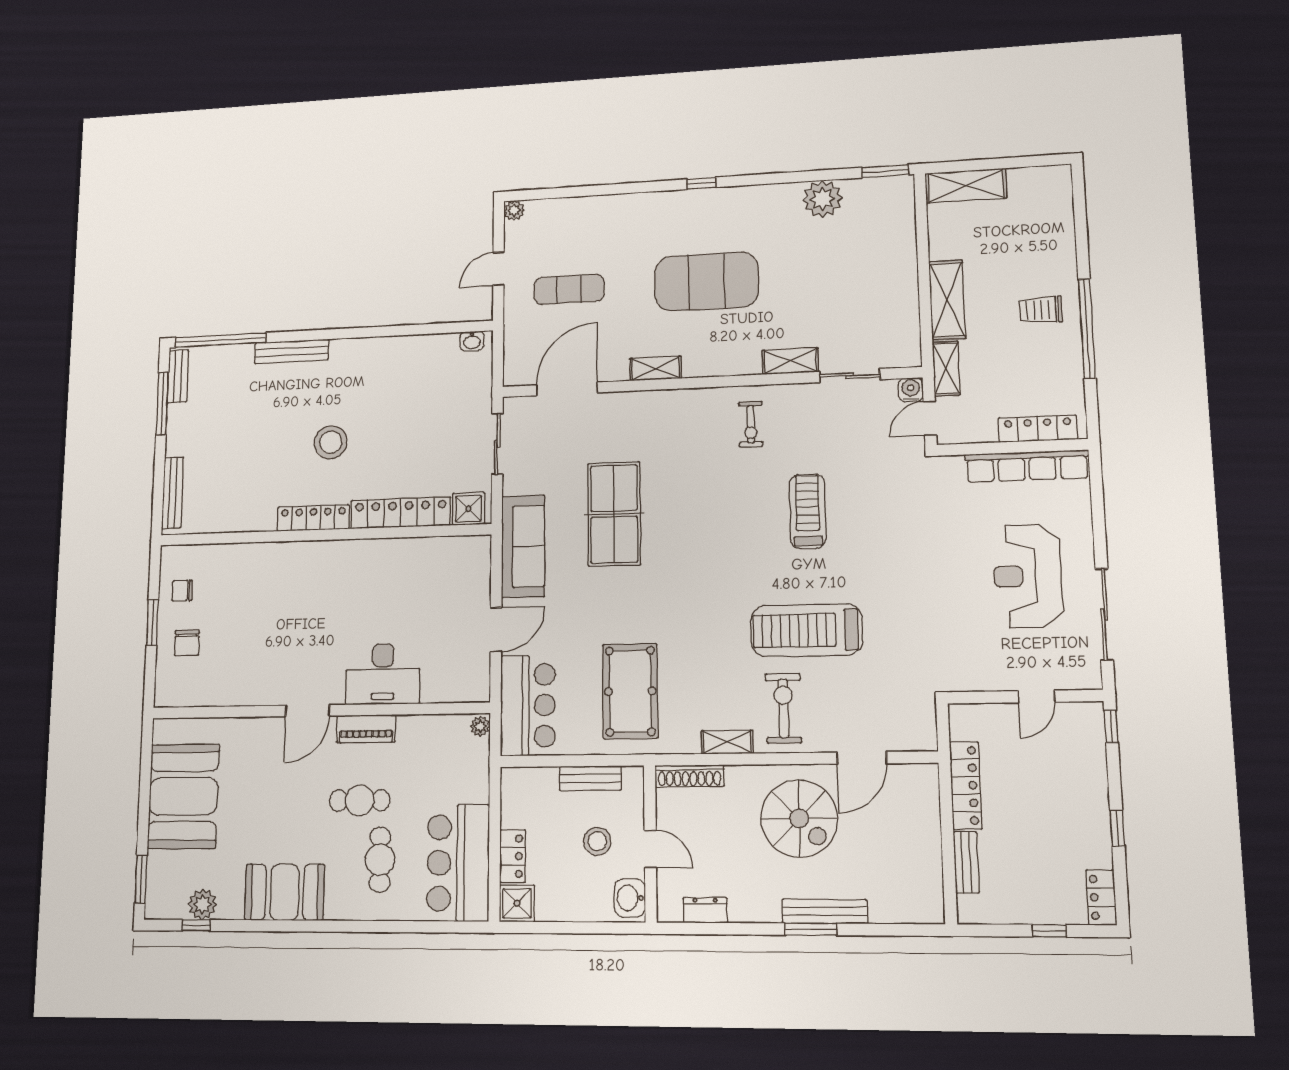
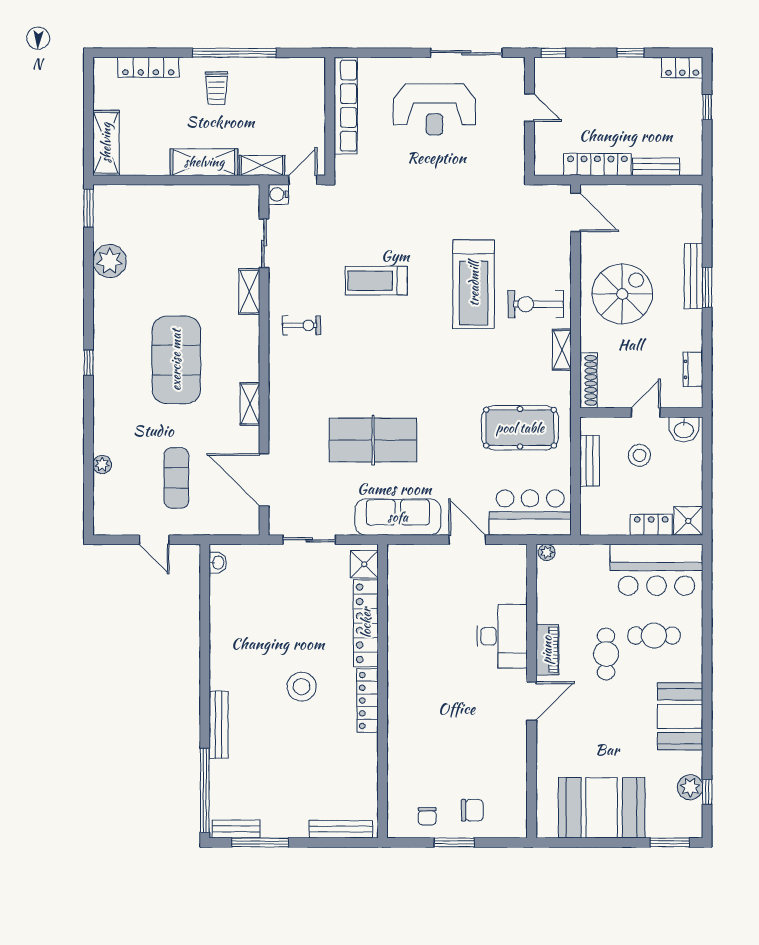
plant: (514, 211) -> (102, 465), moved
door: (930, 418) -> (303, 180), swing flipped
locker: (1038, 429) -> (148, 67), moved, turned -90
door: (307, 711) -> (532, 701), hinge flipped
door: (862, 758) -> (576, 212), moved

